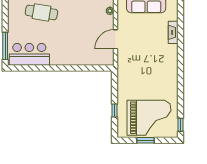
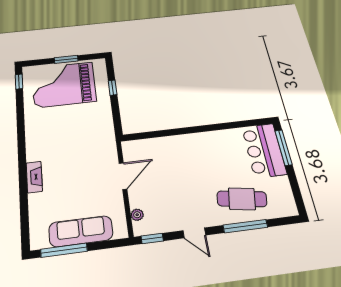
fireplace: (173, 32) -> (34, 177), moved
bar counter: (29, 54) -> (264, 150), moved, turned 90

